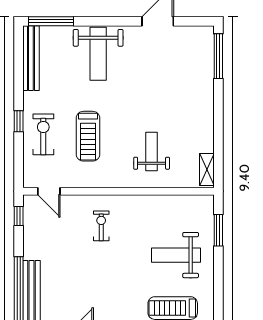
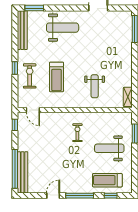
window: (51, 21) -> (34, 8), width x0.69
weight bench: (98, 54) -> (63, 28), turned -90
weight bench: (152, 152) -> (95, 86), turned 180
exercise bike: (101, 226) -> (77, 133), moved

